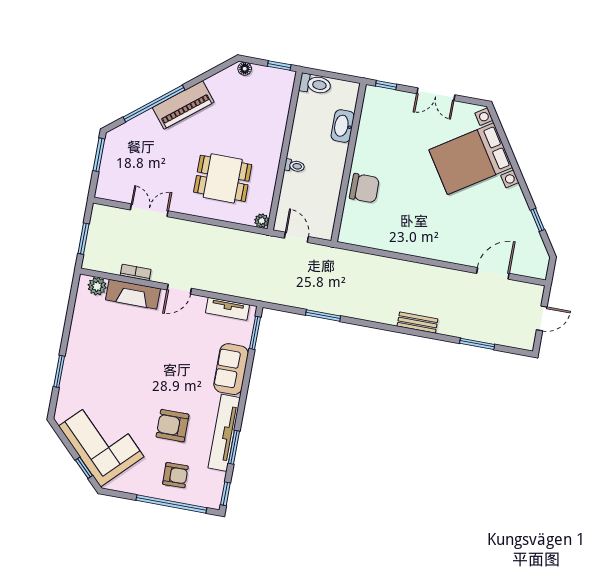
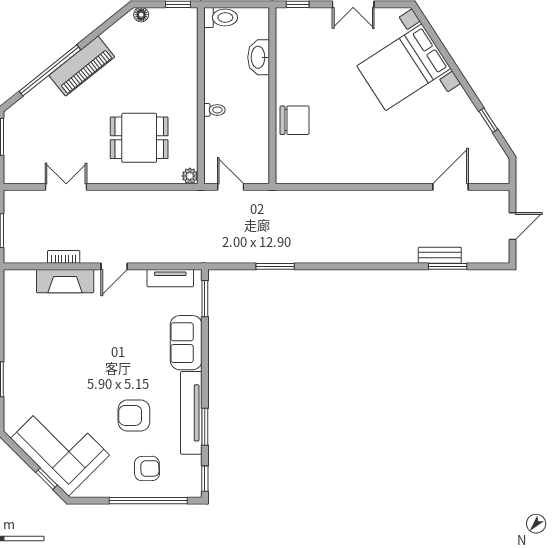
plant: (97, 286) -> (25, 280), removed
bench: (417, 323) -> (440, 255), moved

